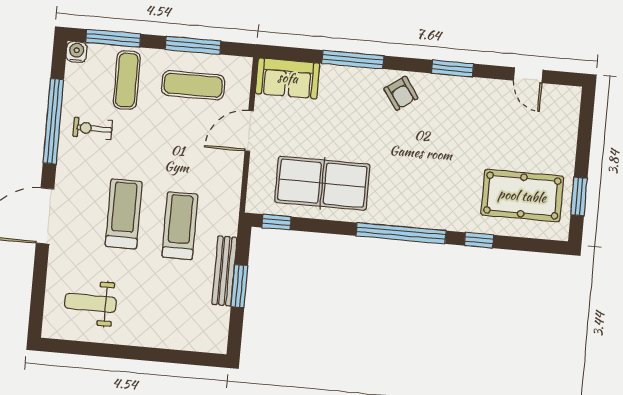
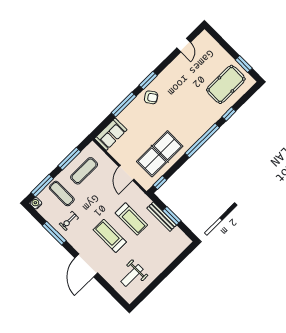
window: (453, 68) -> (148, 80), moved
door: (528, 75) -> (184, 45), hinge flipped
window: (53, 121) -> (54, 233), width x0.68
door: (249, 131) -> (126, 173), moved
treadmill: (180, 226) -> (131, 219), turned 180

